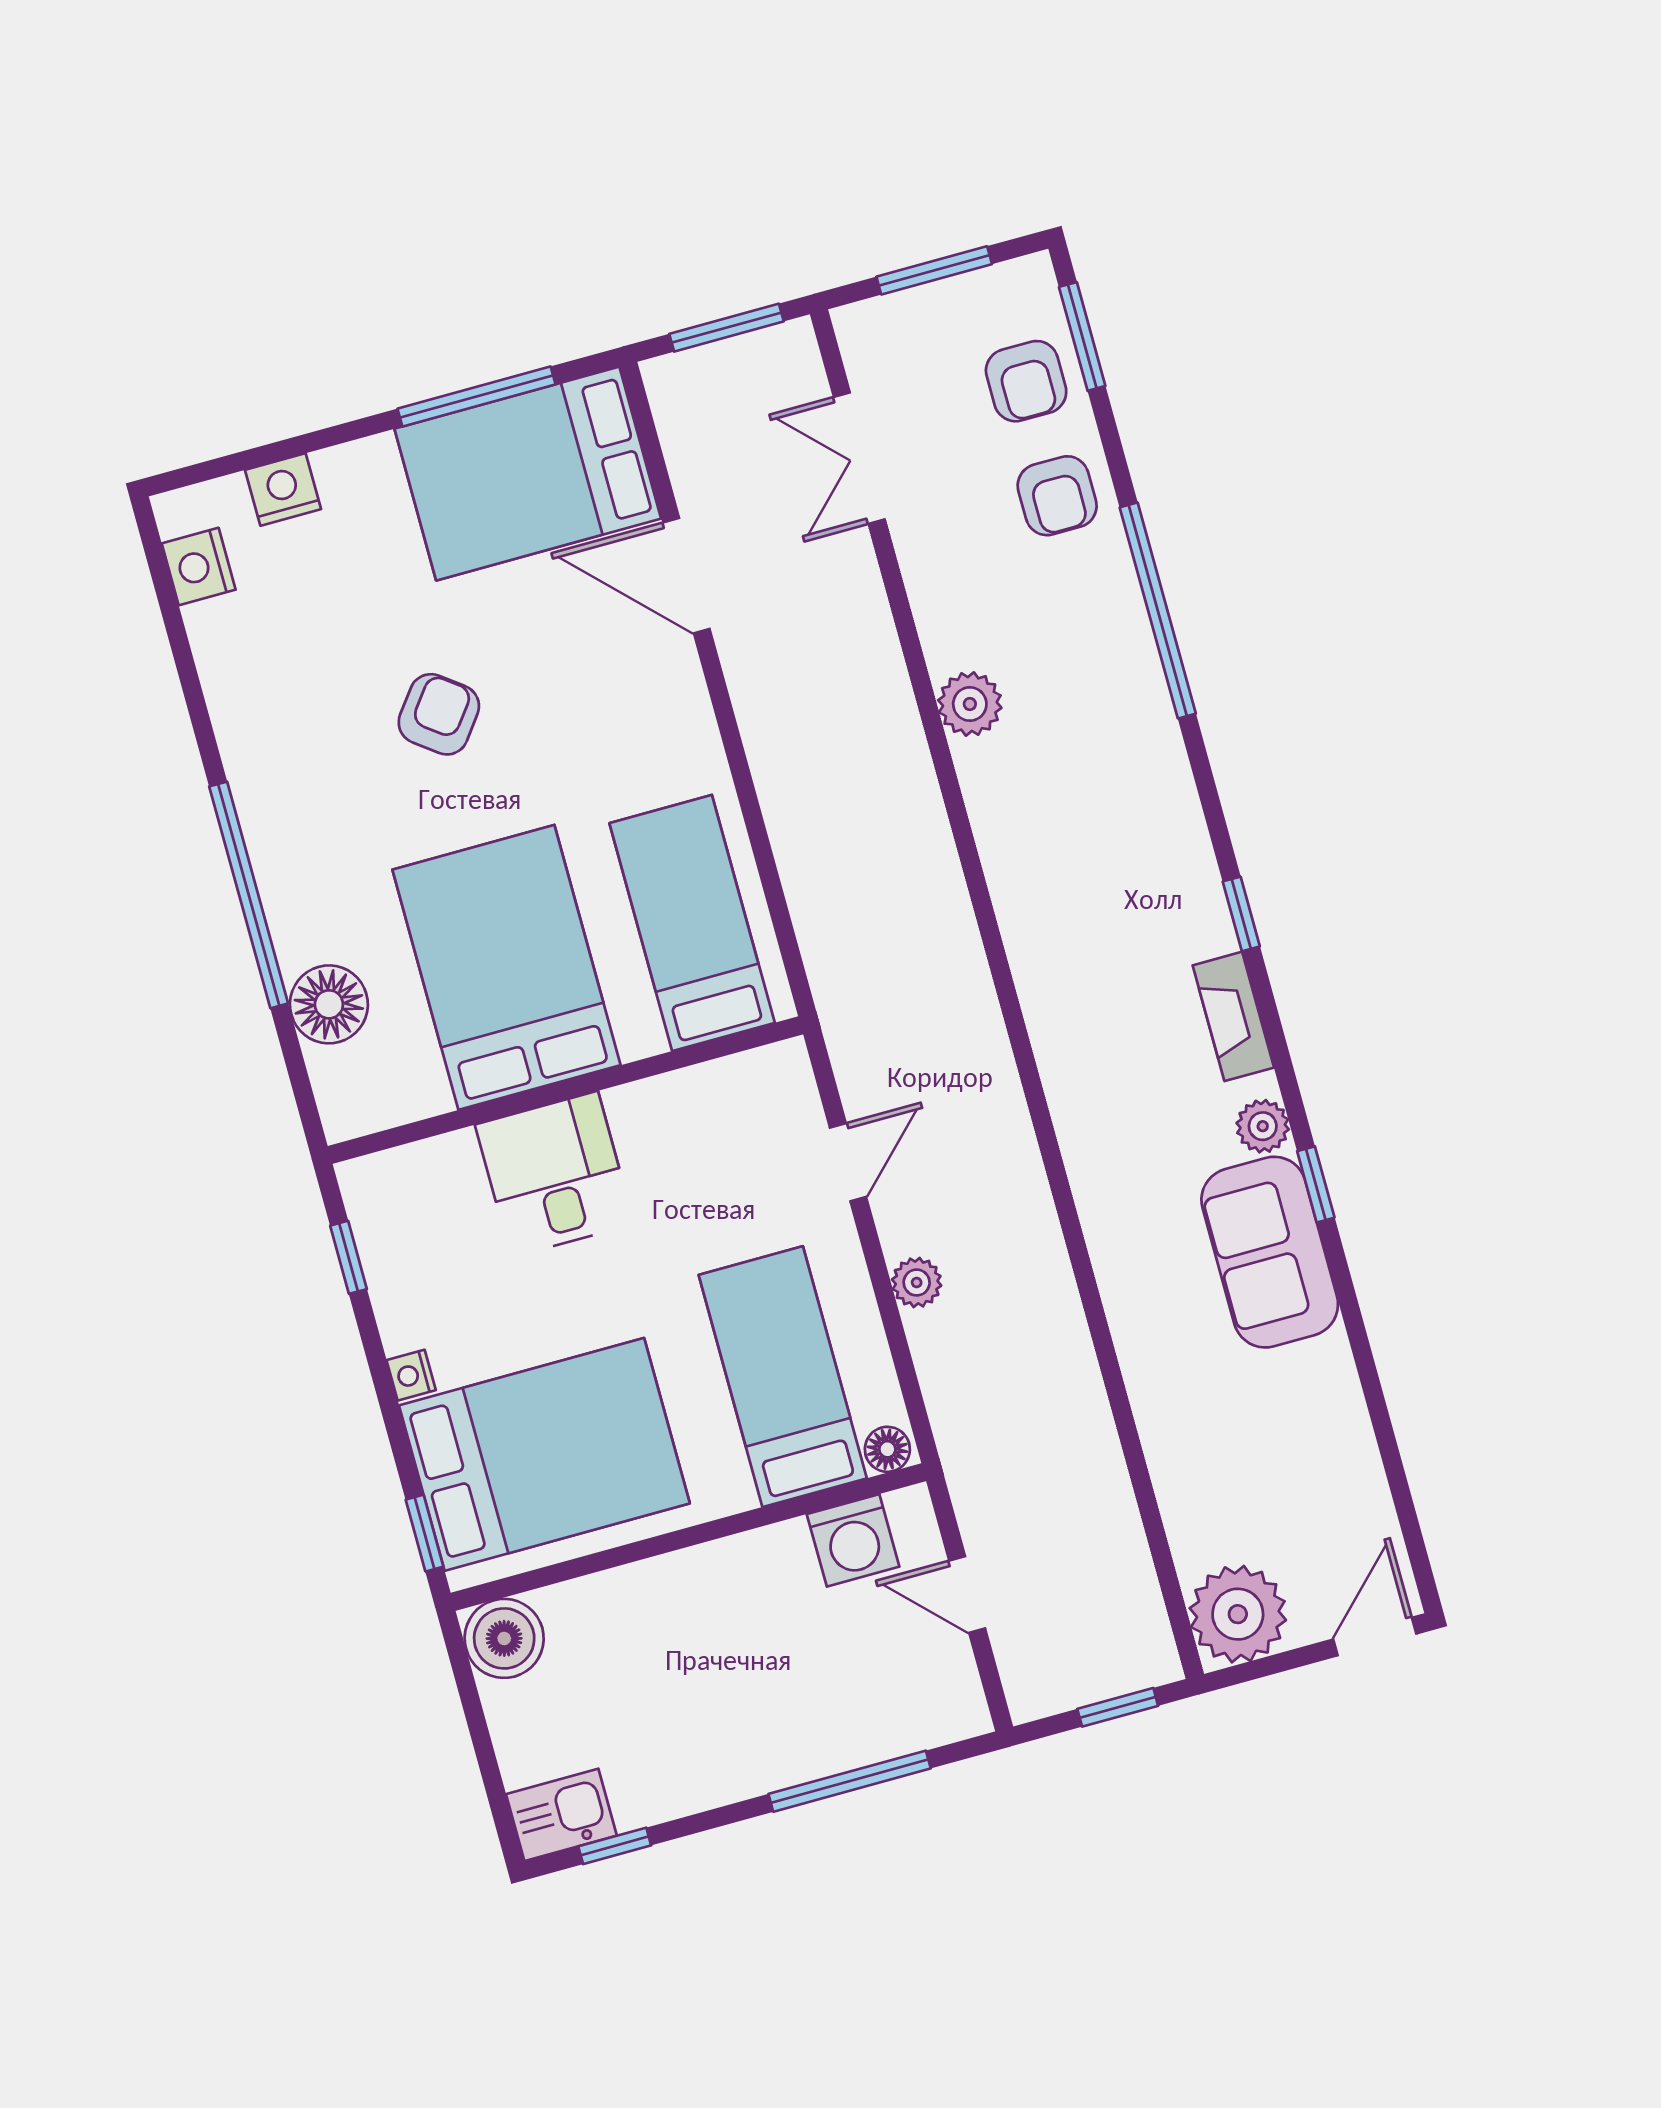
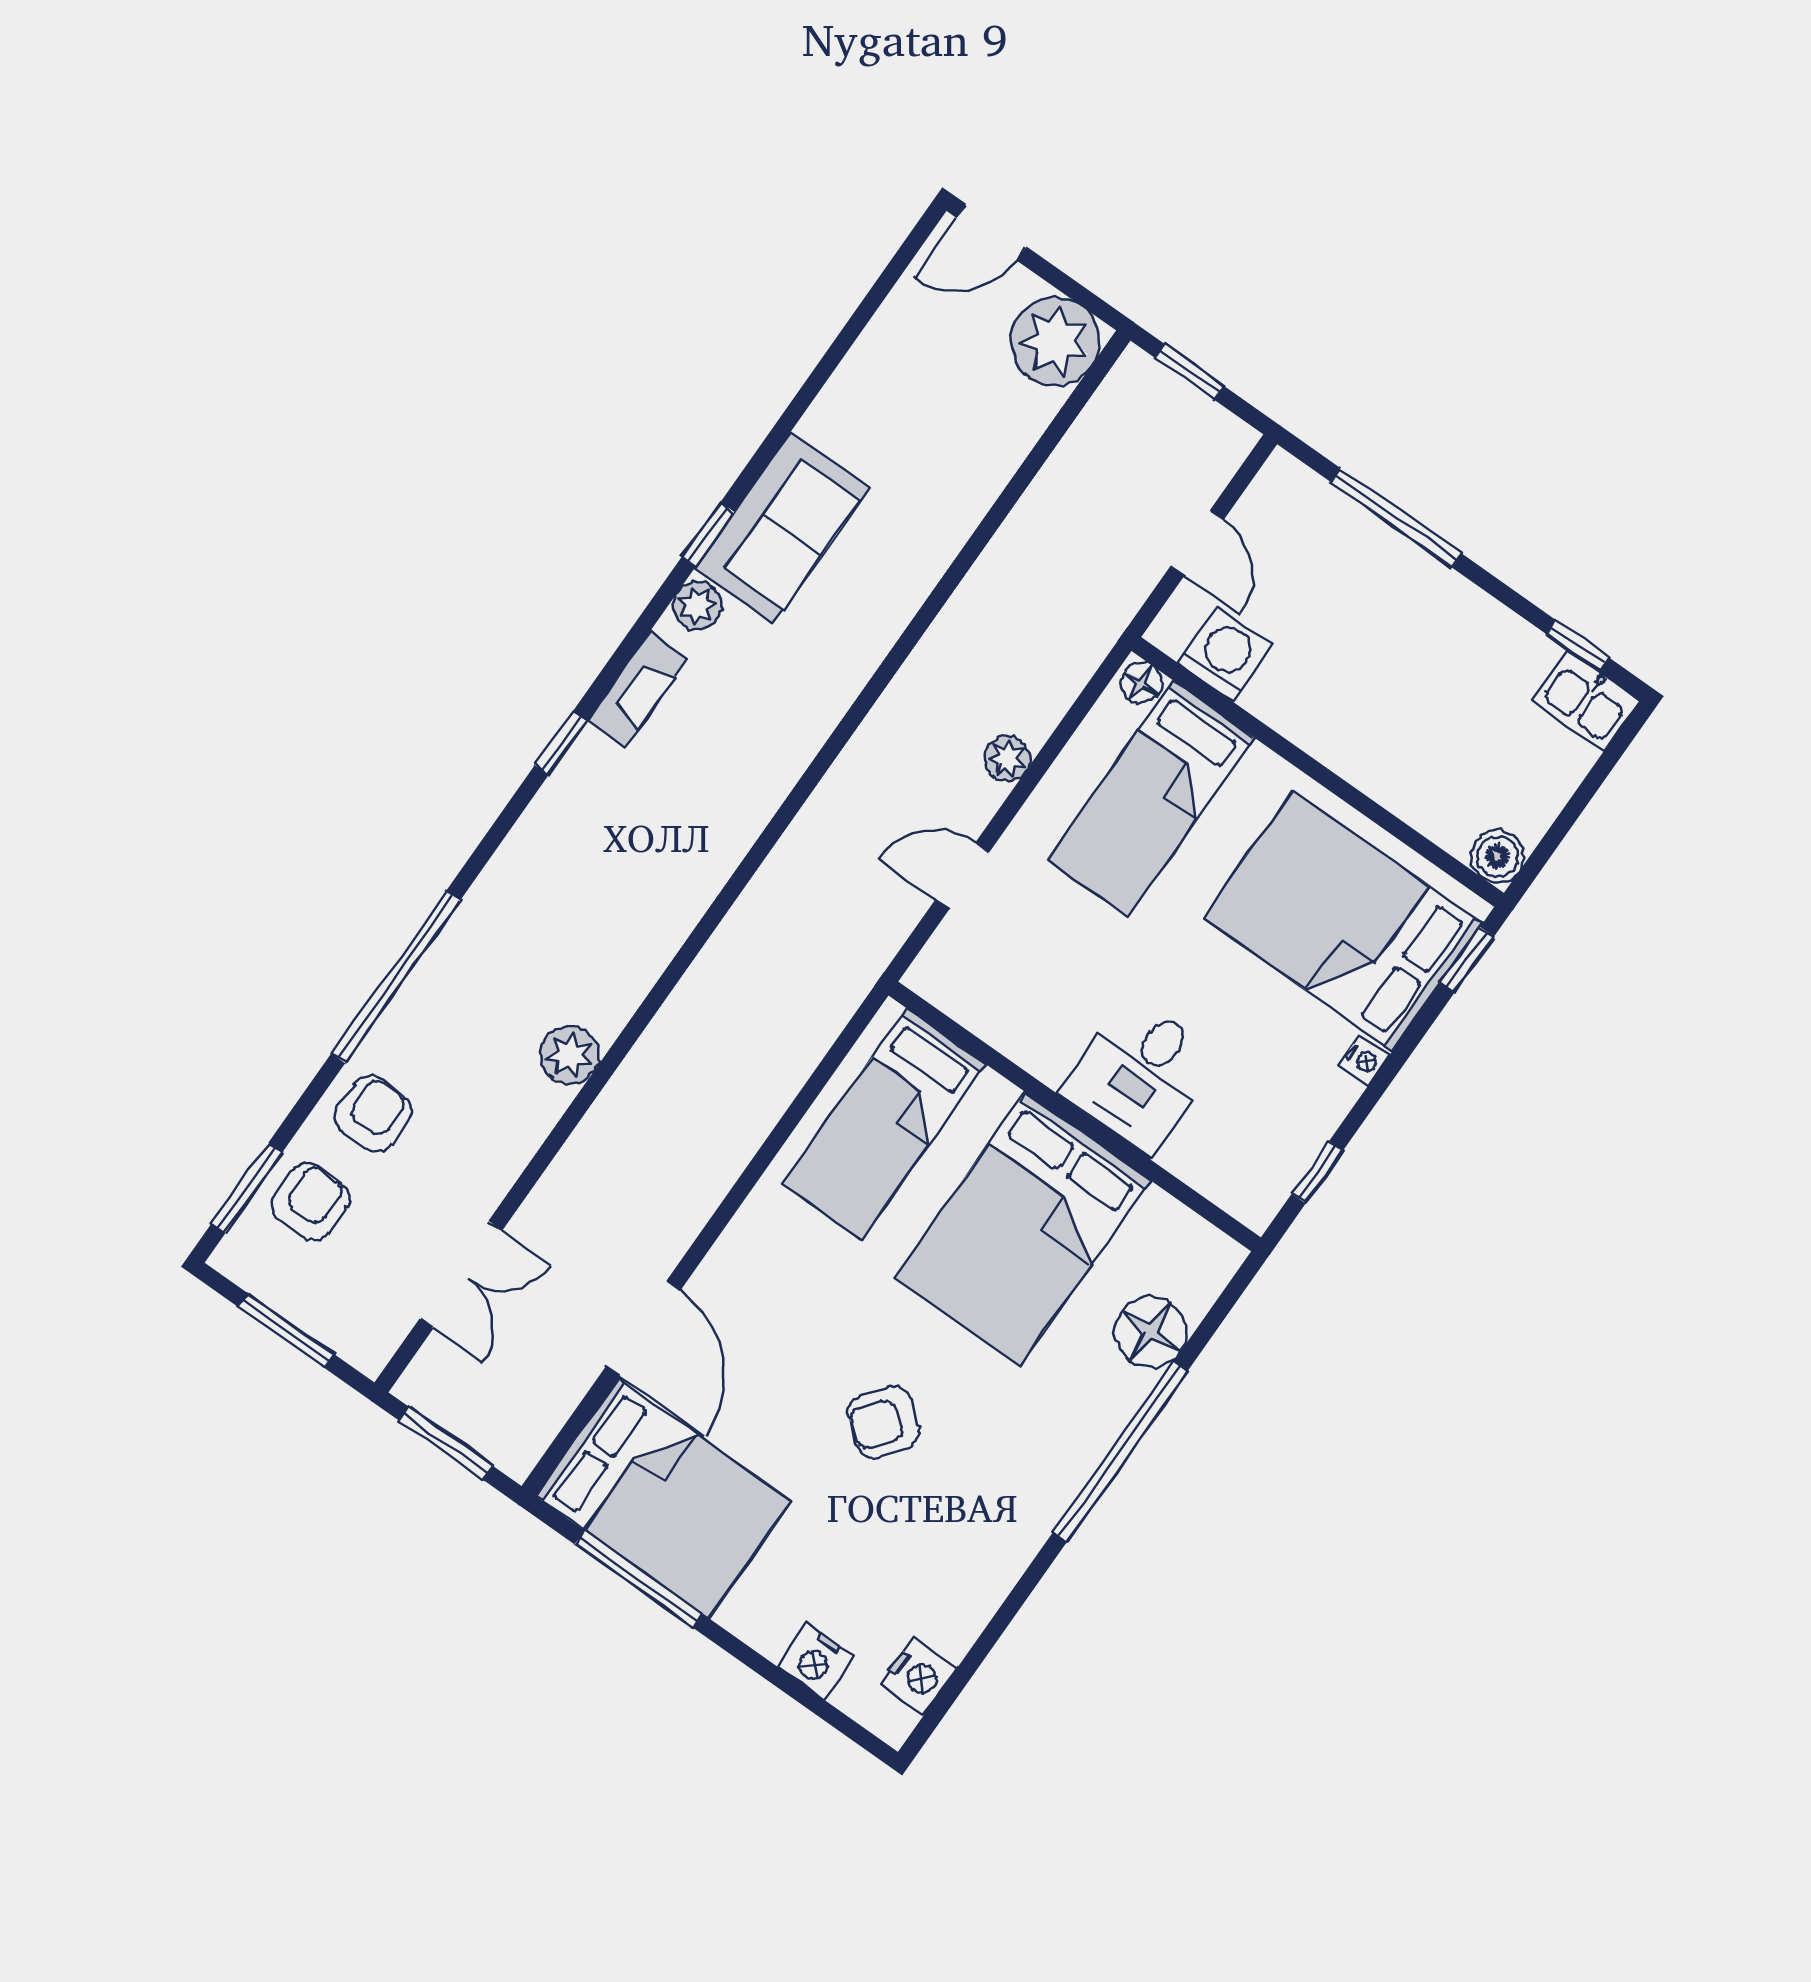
boiler: (504, 1638) -> (1498, 856), width x0.73, depth x0.73

